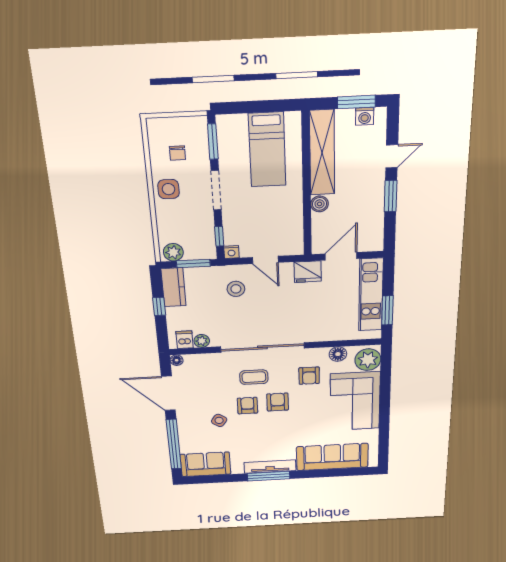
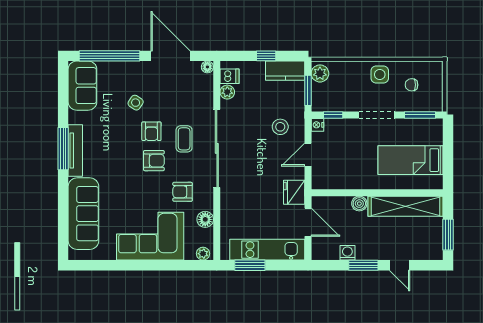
washing machine: (365, 116) -> (347, 253), moved, turned 90
plant: (368, 360) -> (203, 254), width x0.53, depth x0.53
door: (168, 393) -> (170, 56), hinge flipped
armchair: (247, 406) -> (151, 131), turned 90

